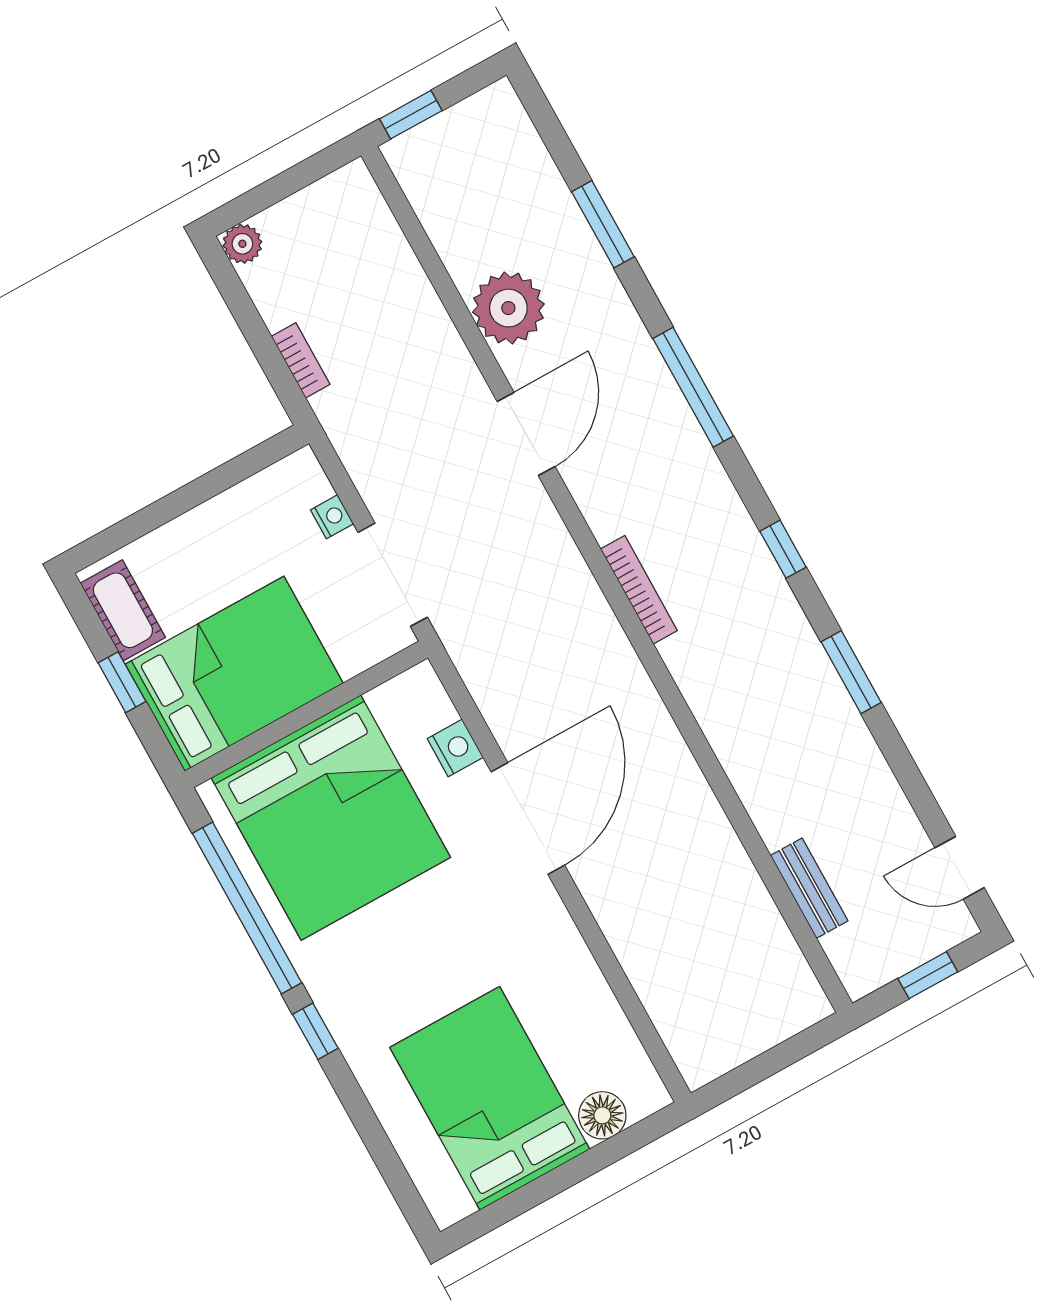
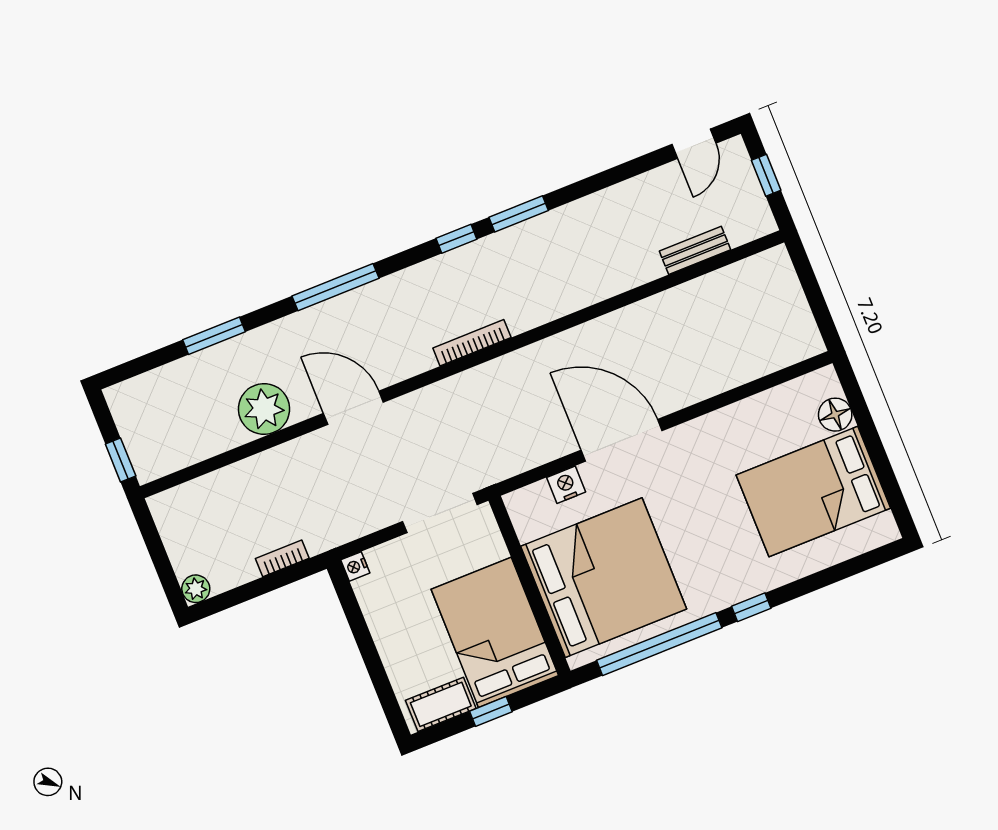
nightstand: (332, 517) -> (355, 566), moved, turned -90
window: (851, 672) -> (519, 214), moved

